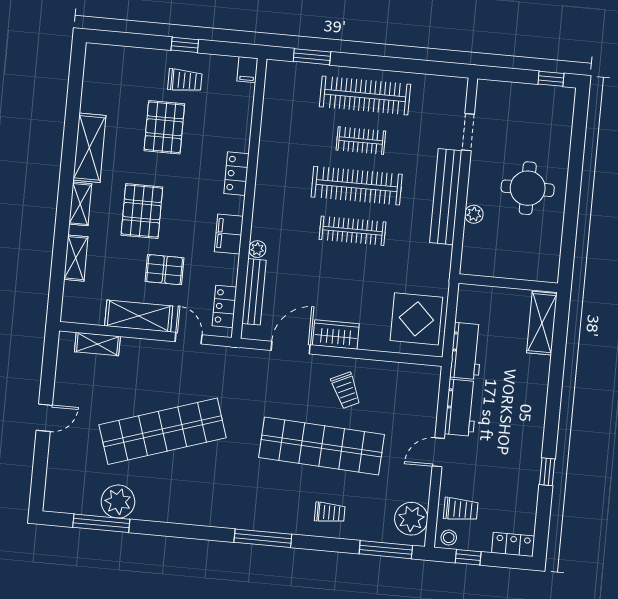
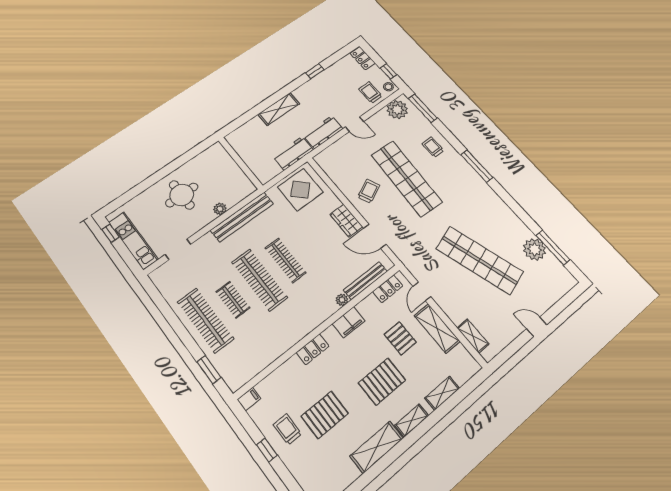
kitchen unit: (520, 95) -> (133, 241), added
bench: (446, 197) -> (242, 217), moved
shelving: (542, 323) -> (279, 109), moved

